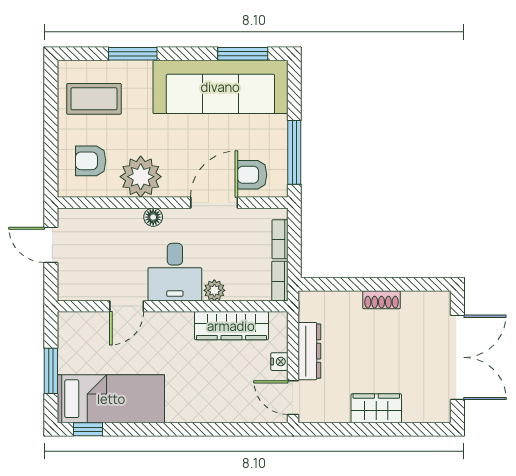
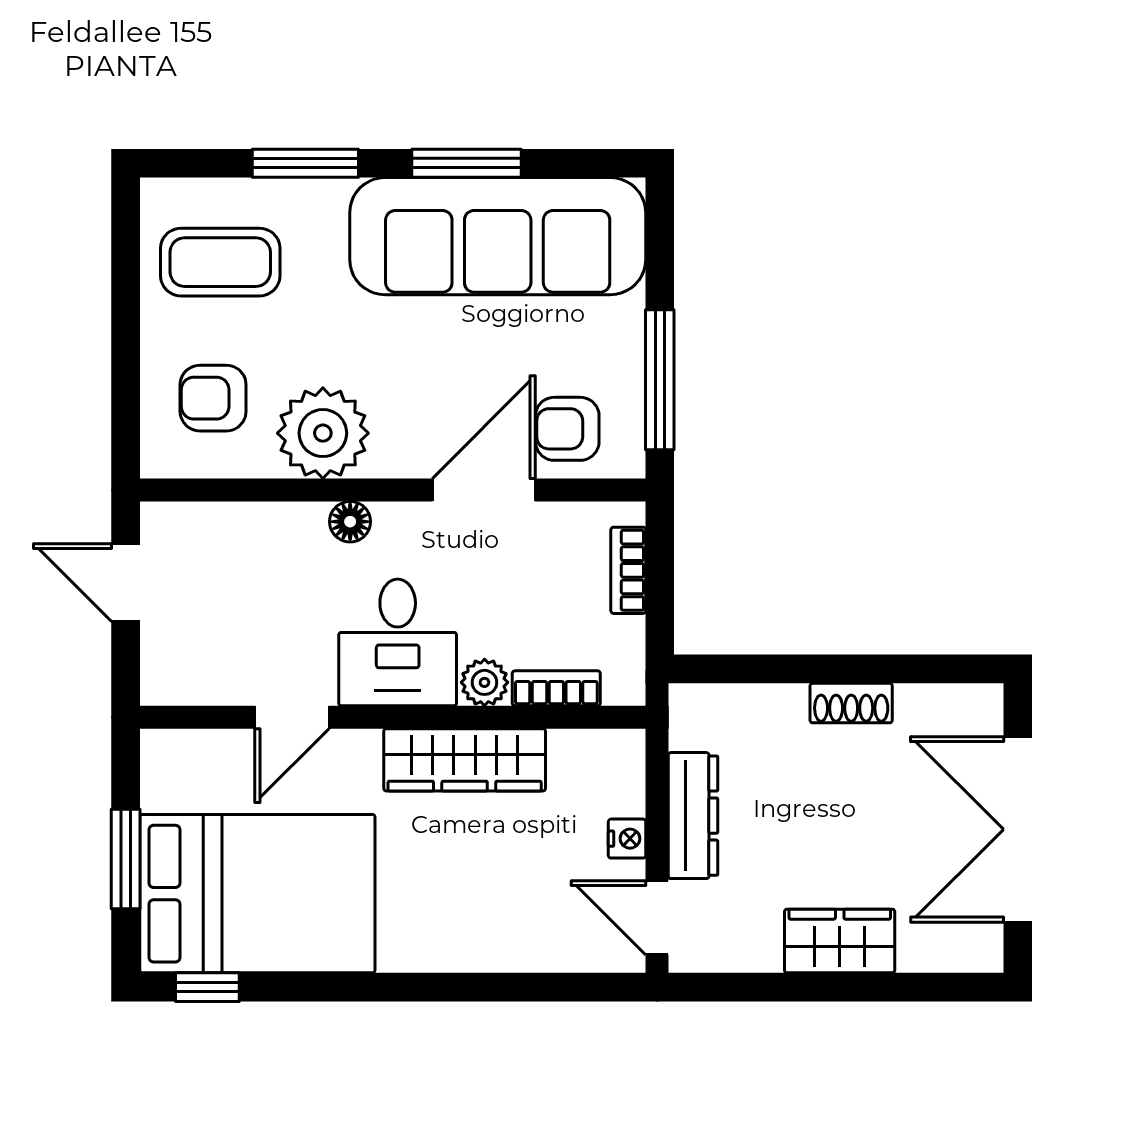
window: (243, 54) -> (467, 163), moved
bookcase: (280, 281) -> (556, 688), moved, turned 90
wardrobe: (231, 326) -> (465, 760), moved
double door: (457, 357) -> (1018, 829), swing flipped
bed: (111, 399) -> (257, 894), width x1.50

